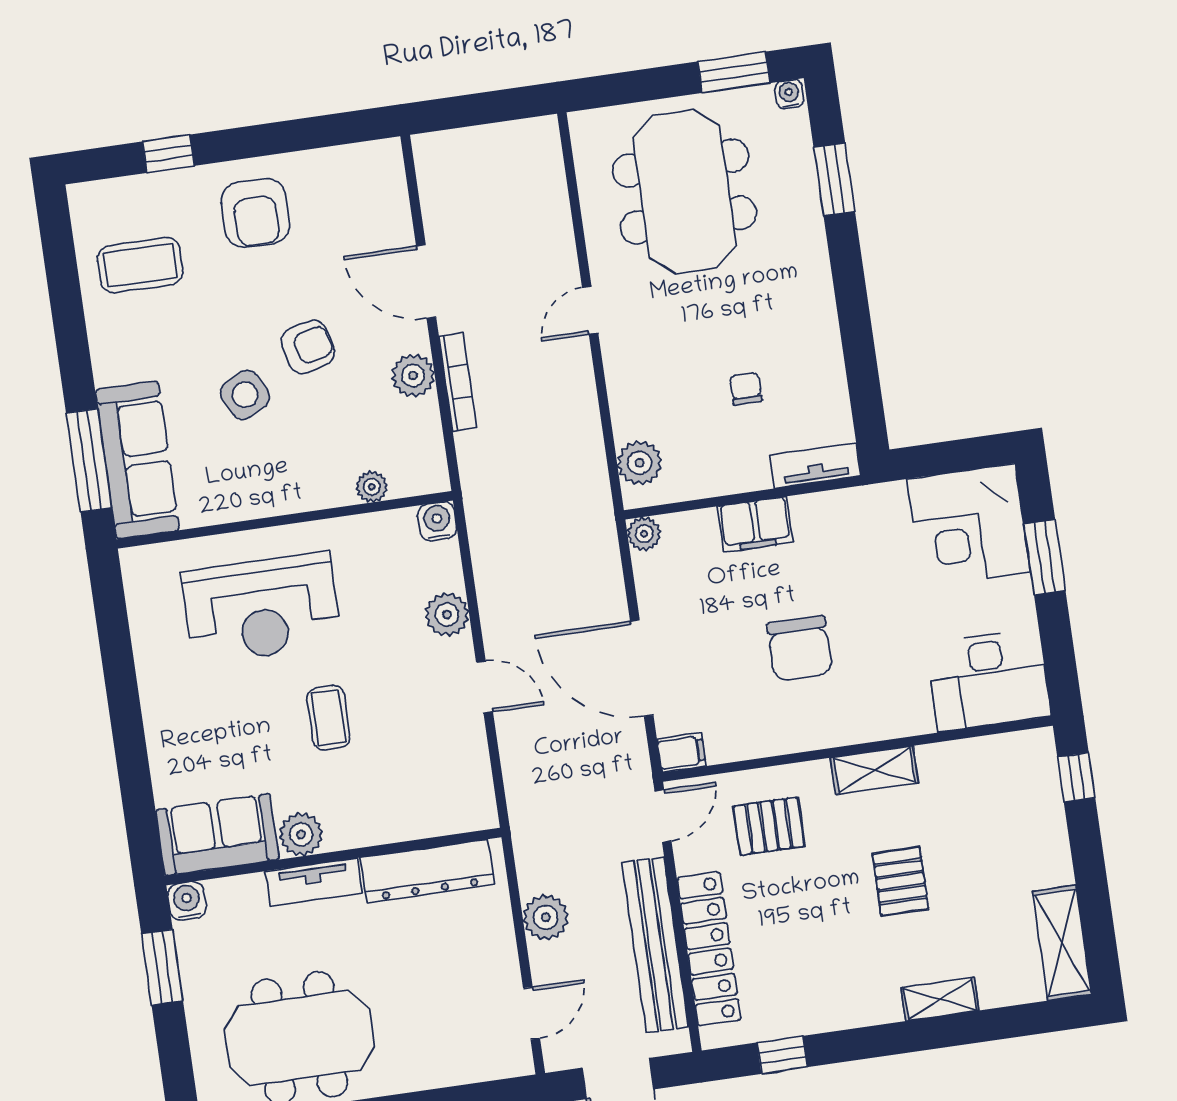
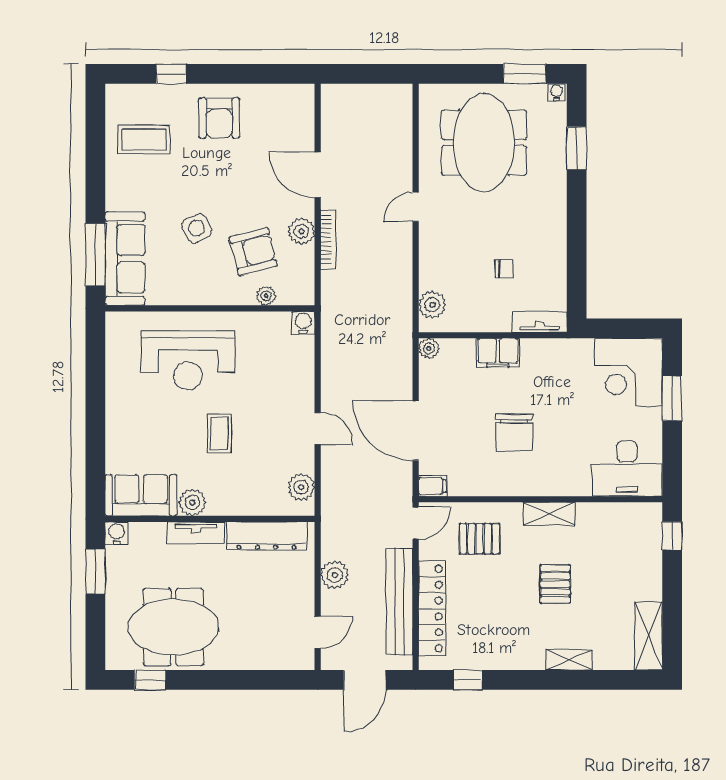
armchair: (308, 347) -> (253, 252), moved, width x1.38, depth x1.38
chair: (746, 389) -> (504, 269), turned 90
plant: (447, 614) -> (301, 487), moved

